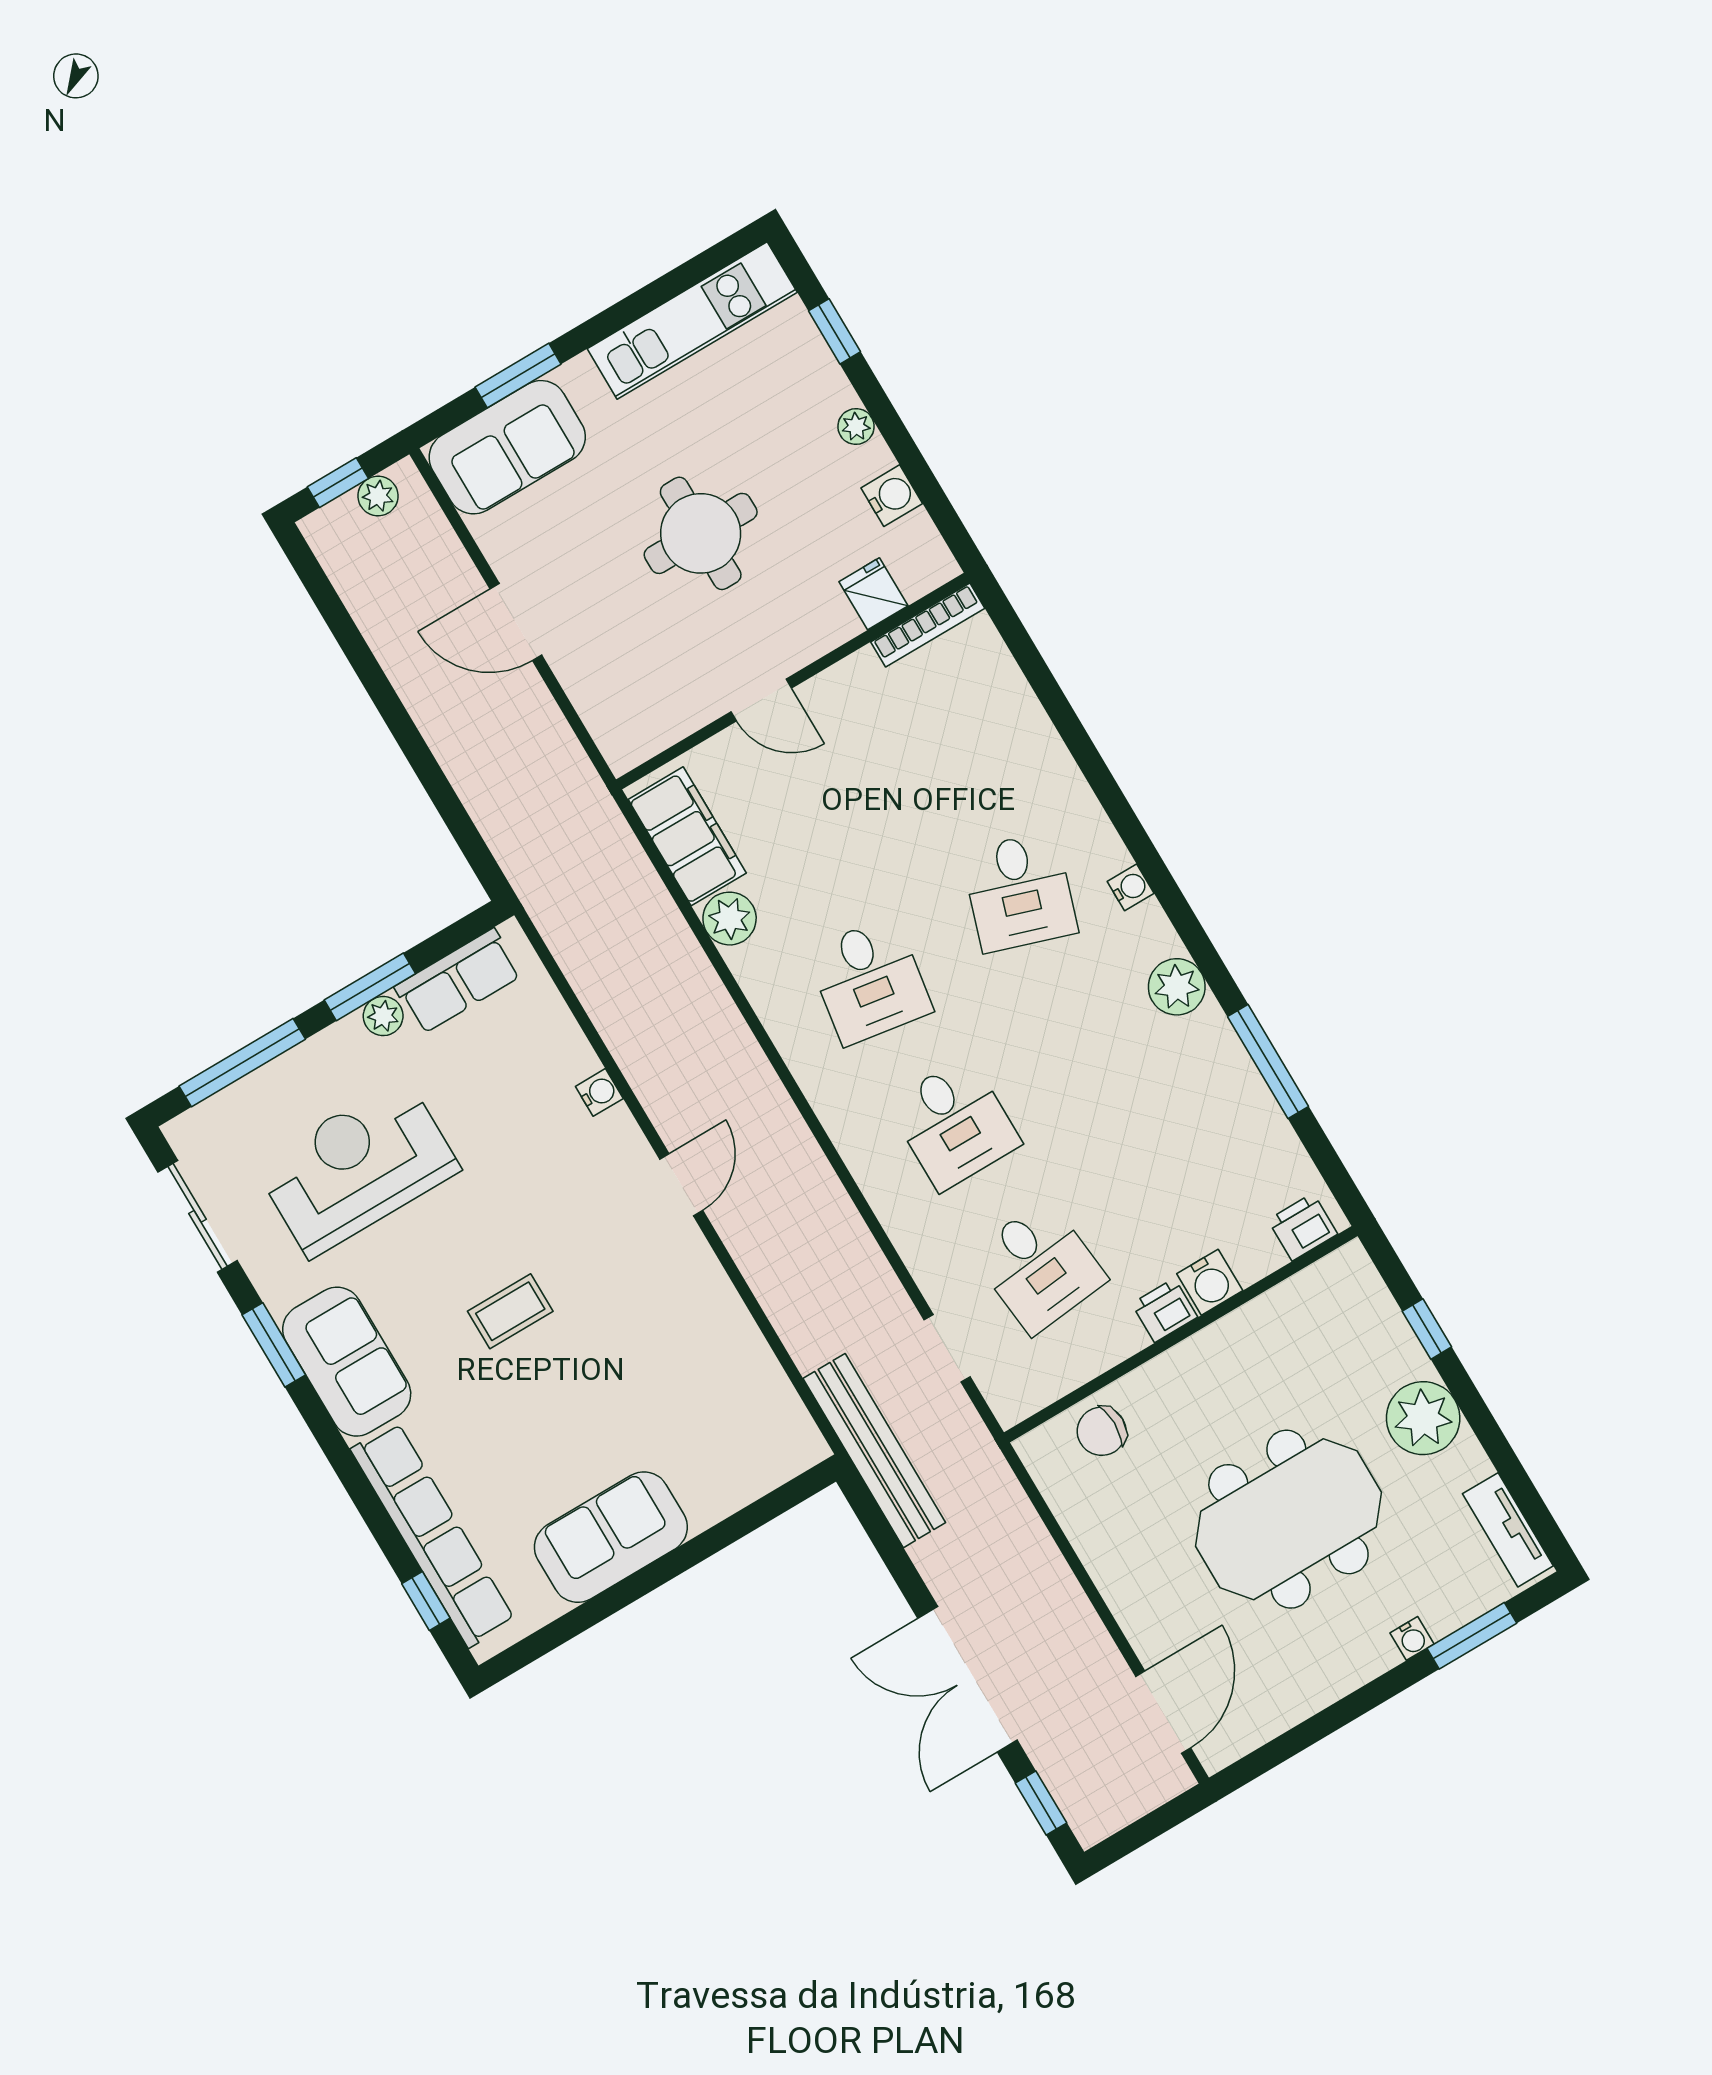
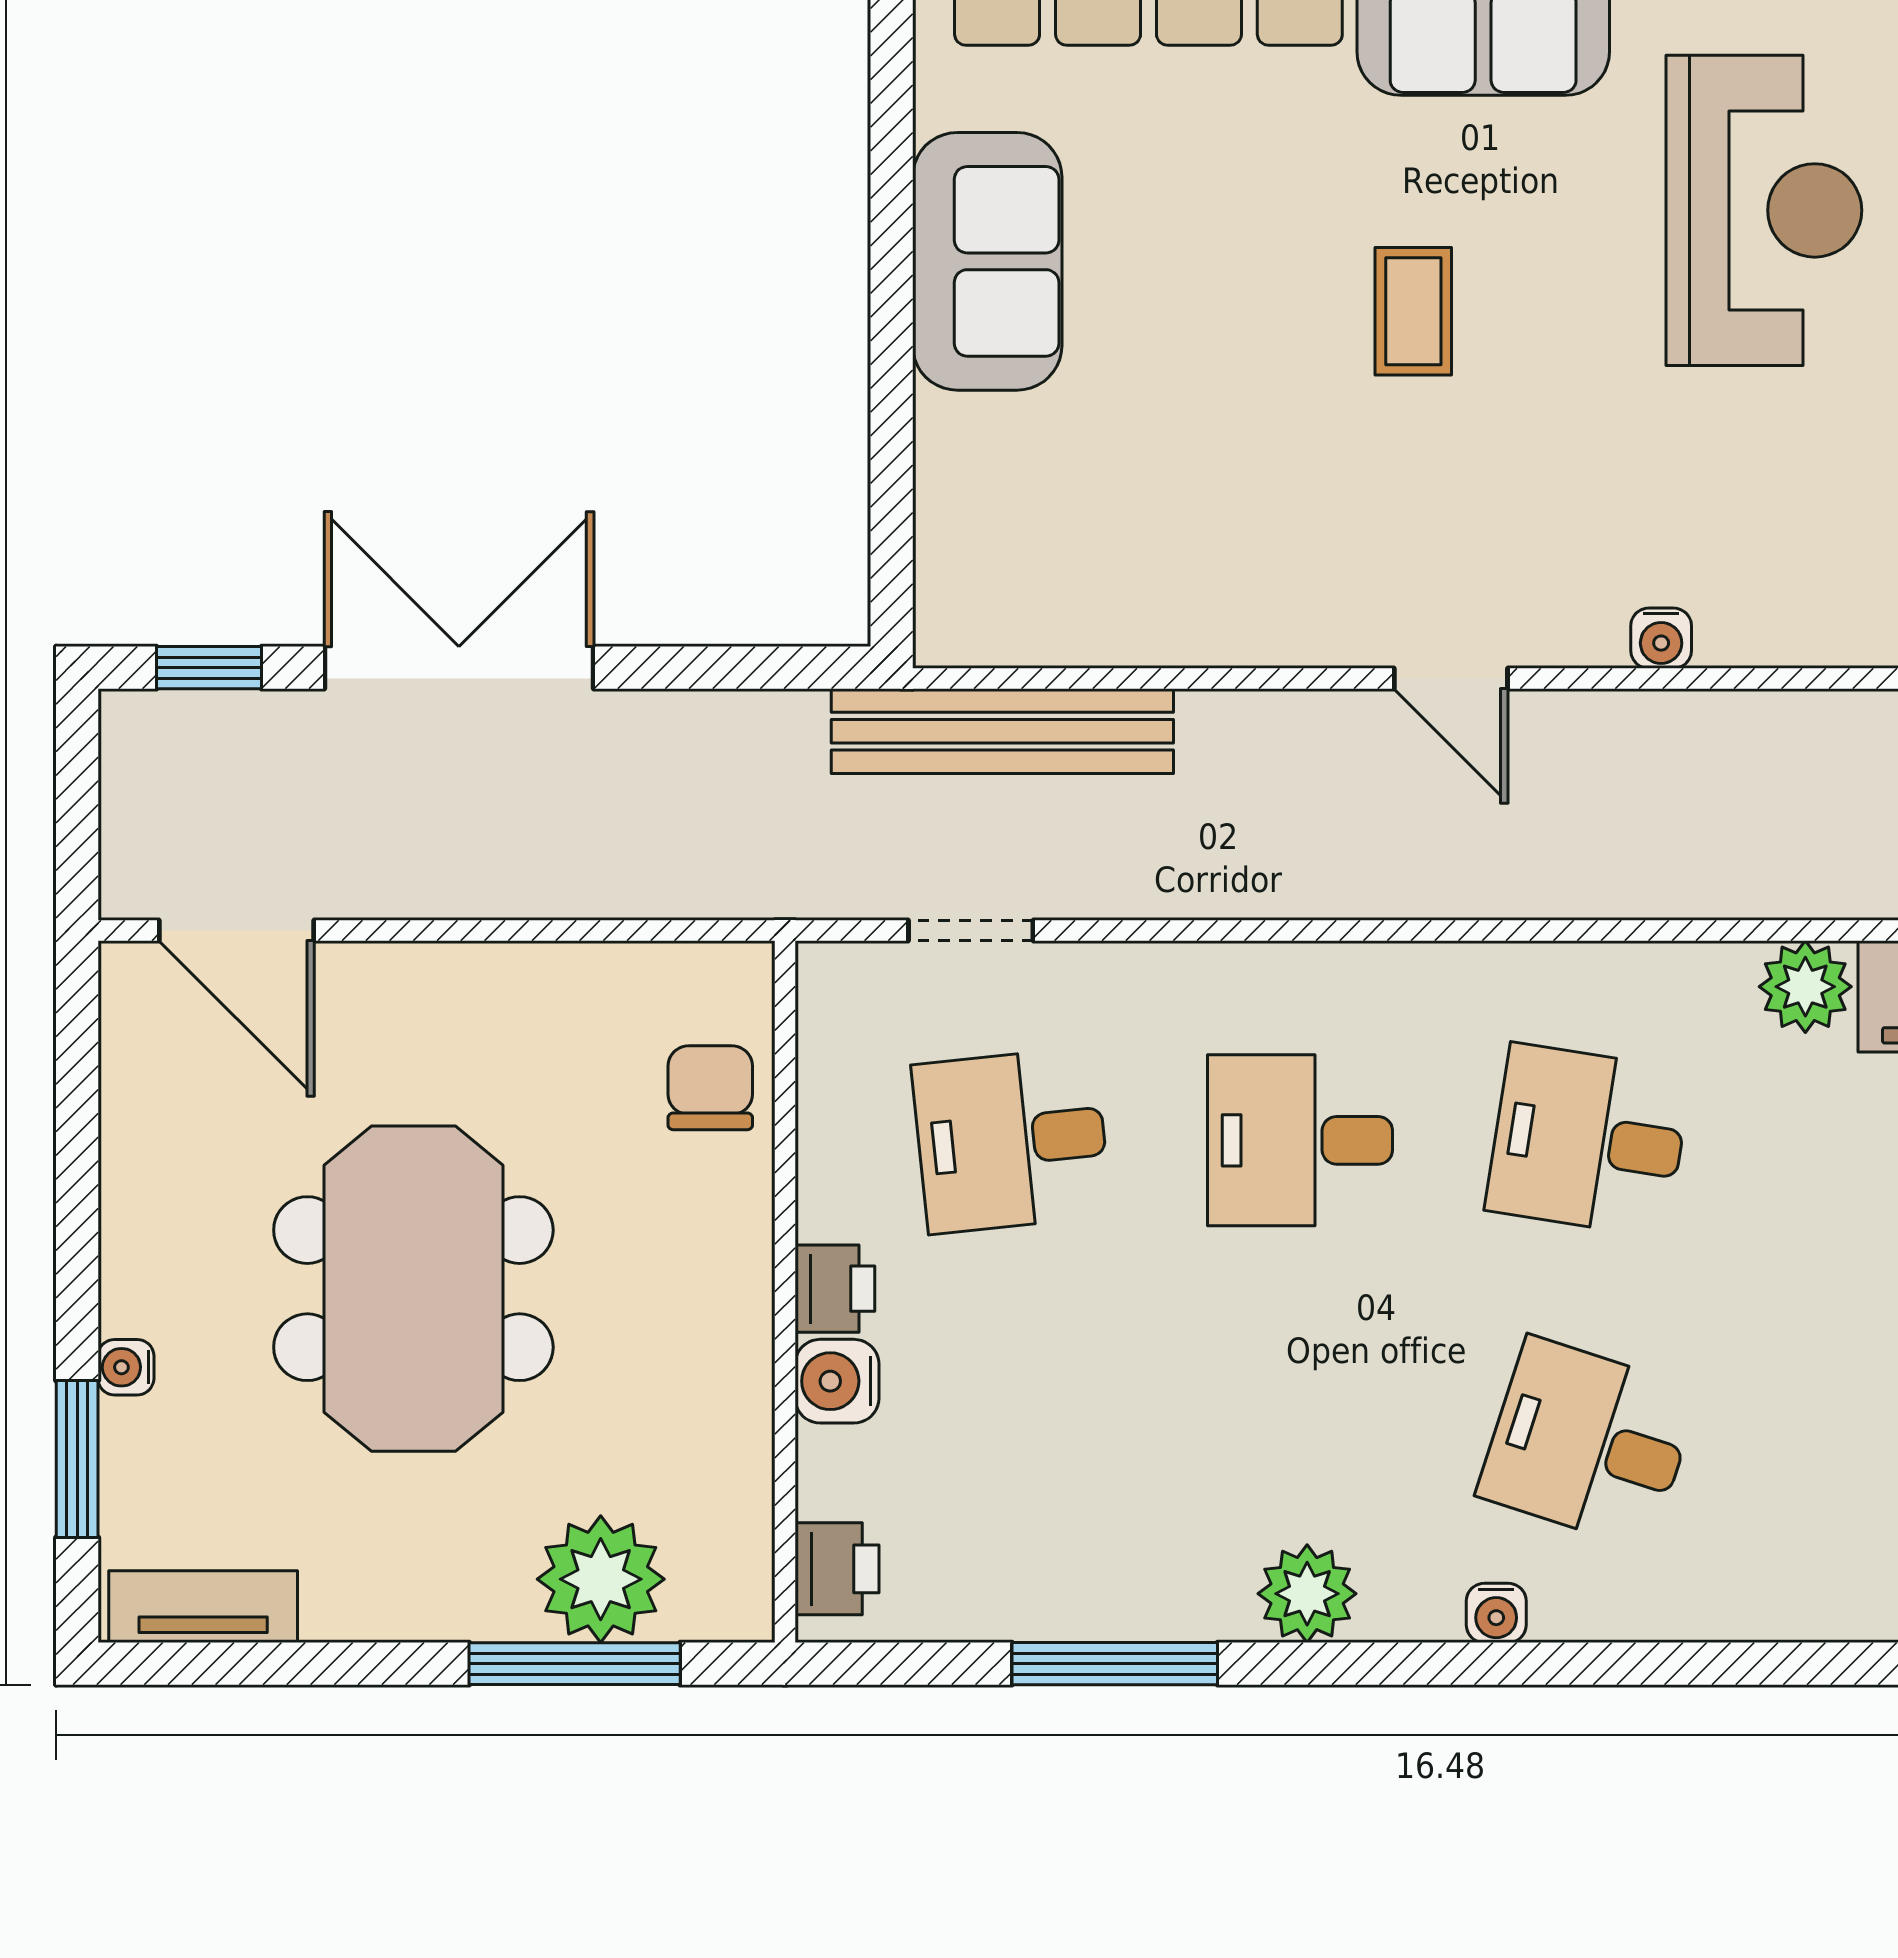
window: (1427, 1329) -> (575, 1664), width x2.17
plant: (1423, 1418) -> (601, 1579), moved
bench: (874, 1451) -> (1002, 731), moved

